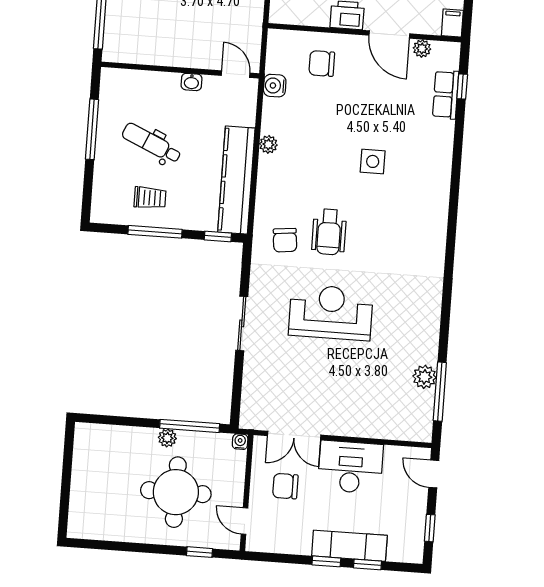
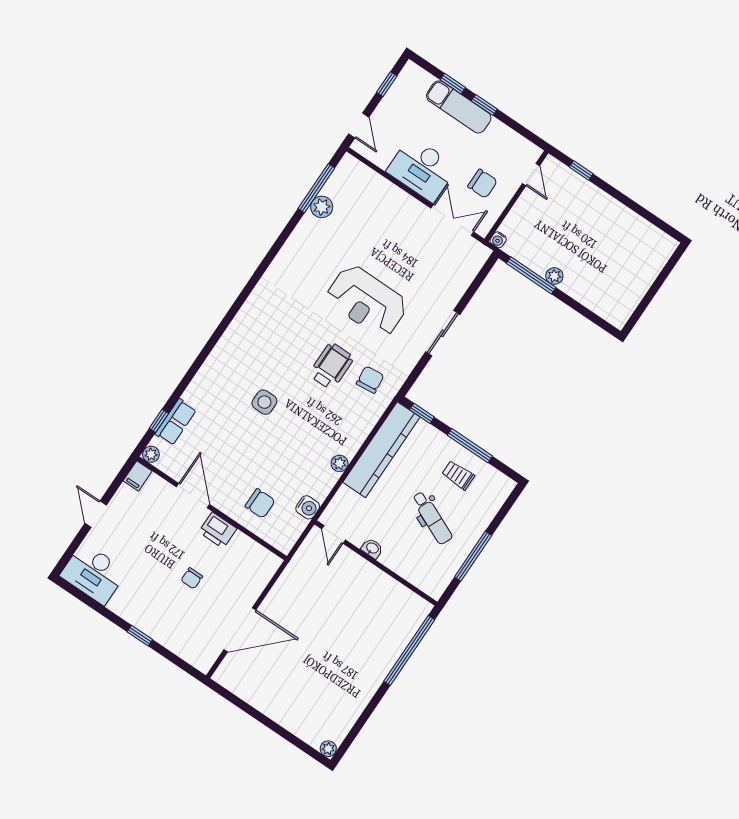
plant: (422, 48) -> (151, 454), moved
round table: (176, 492) -> (572, 229), removed

